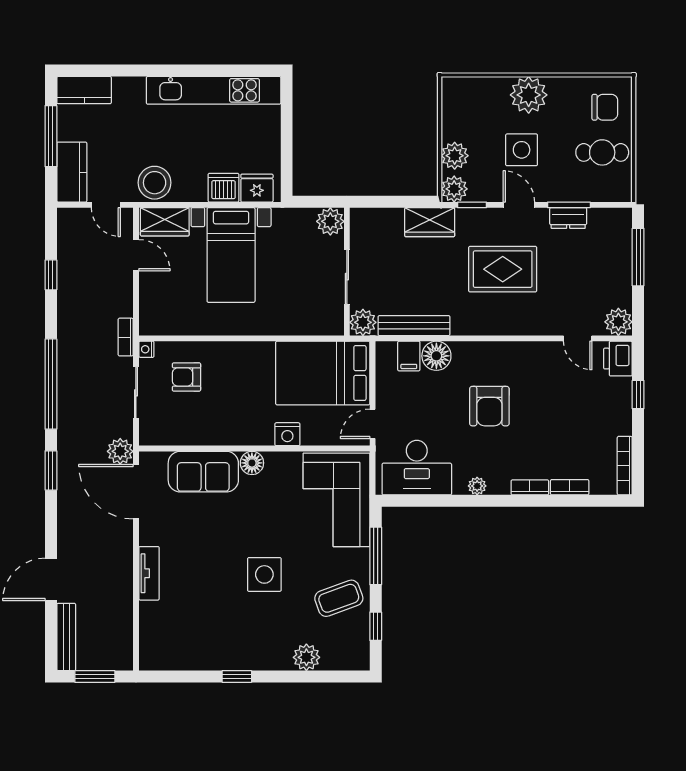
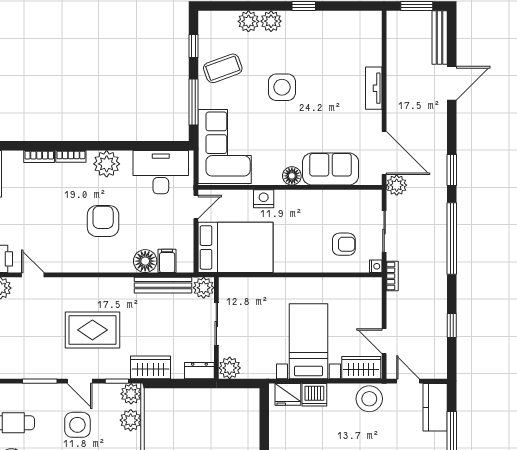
dresser: (568, 218) -> (199, 371), moved
plant: (477, 486) -> (107, 164), width x1.87, depth x1.87
plant: (278, 657) -> (271, 21), added

